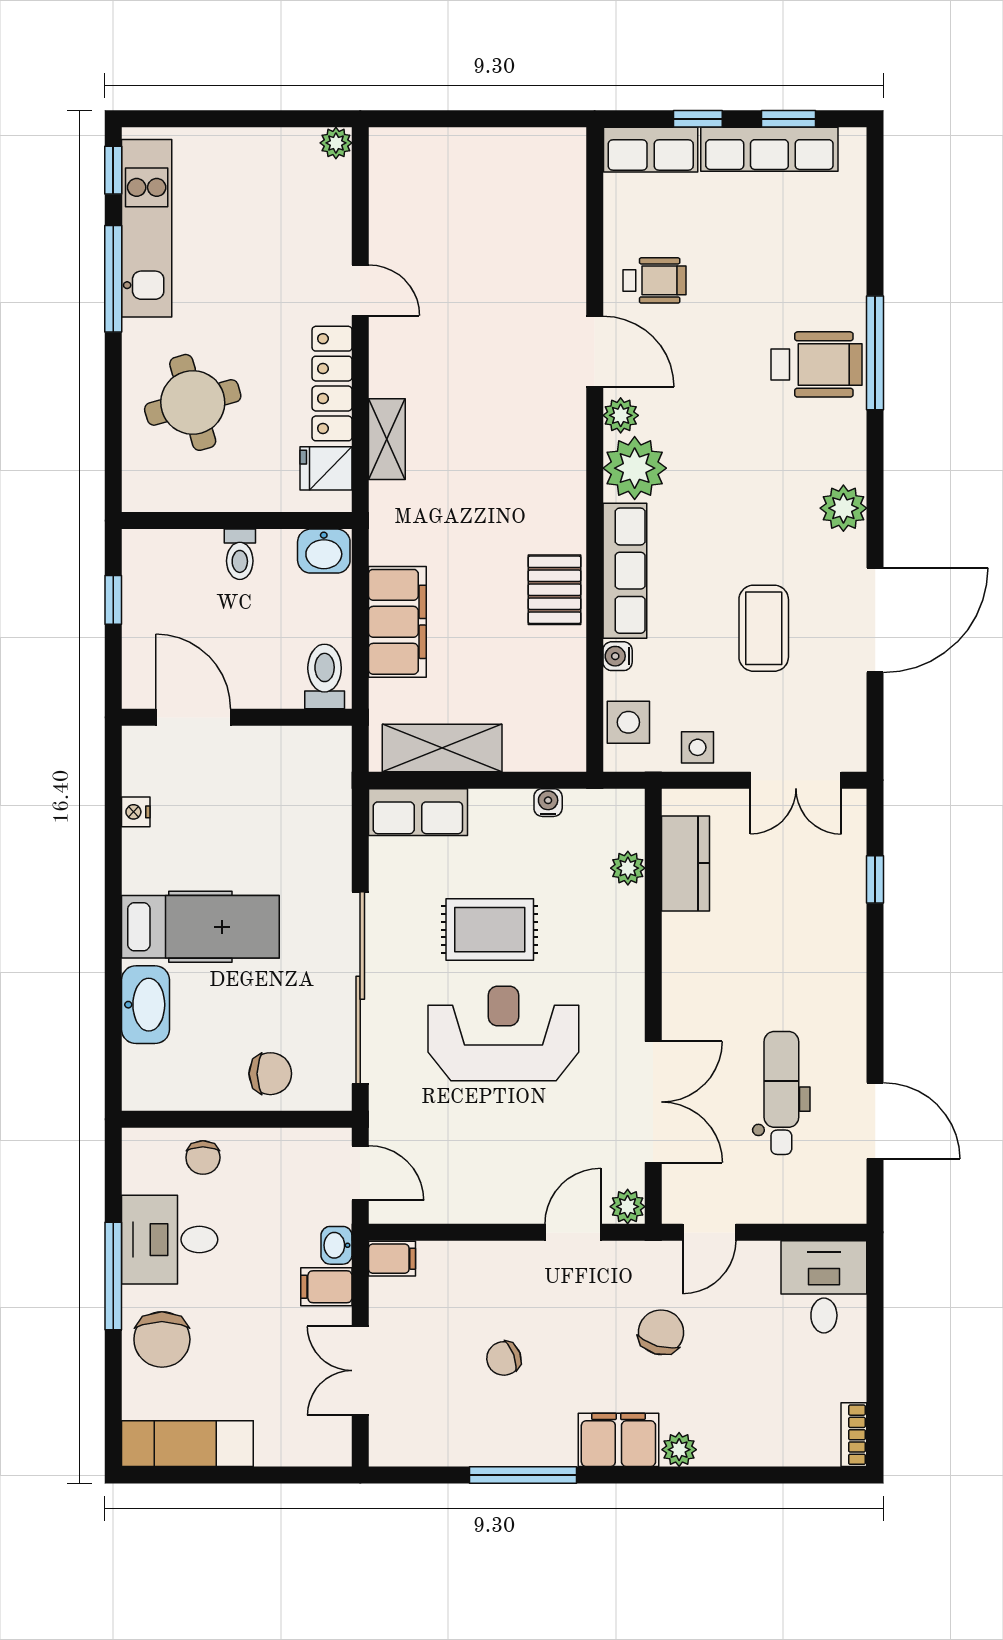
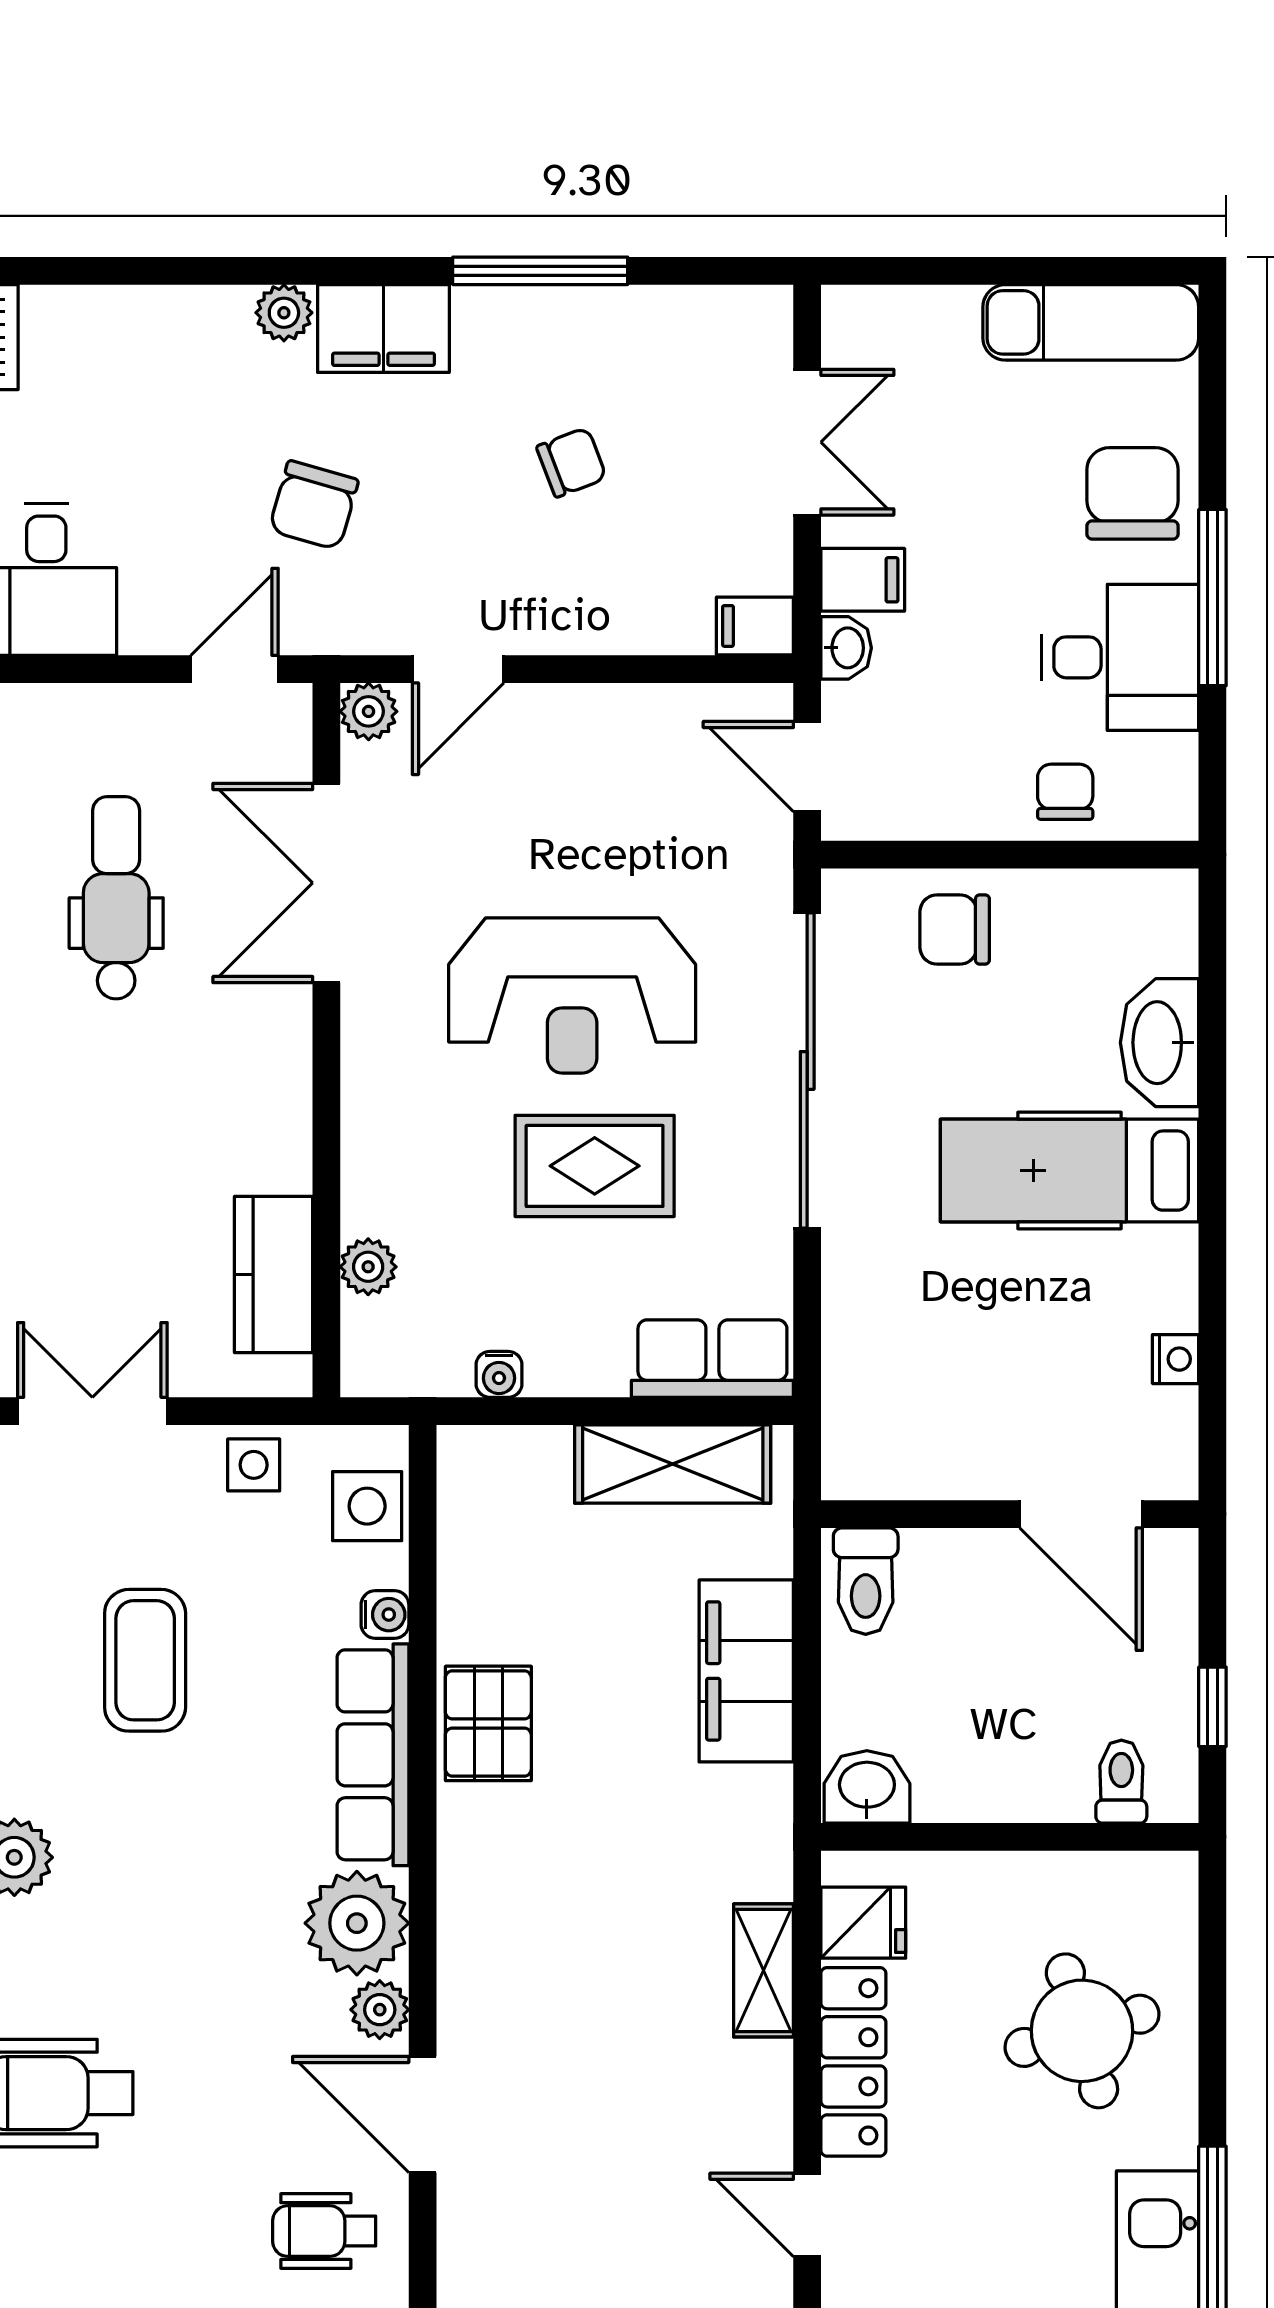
toilet: (240, 554) -> (1121, 1782), moved
dental chair: (781, 1093) -> (116, 898), turned 180

